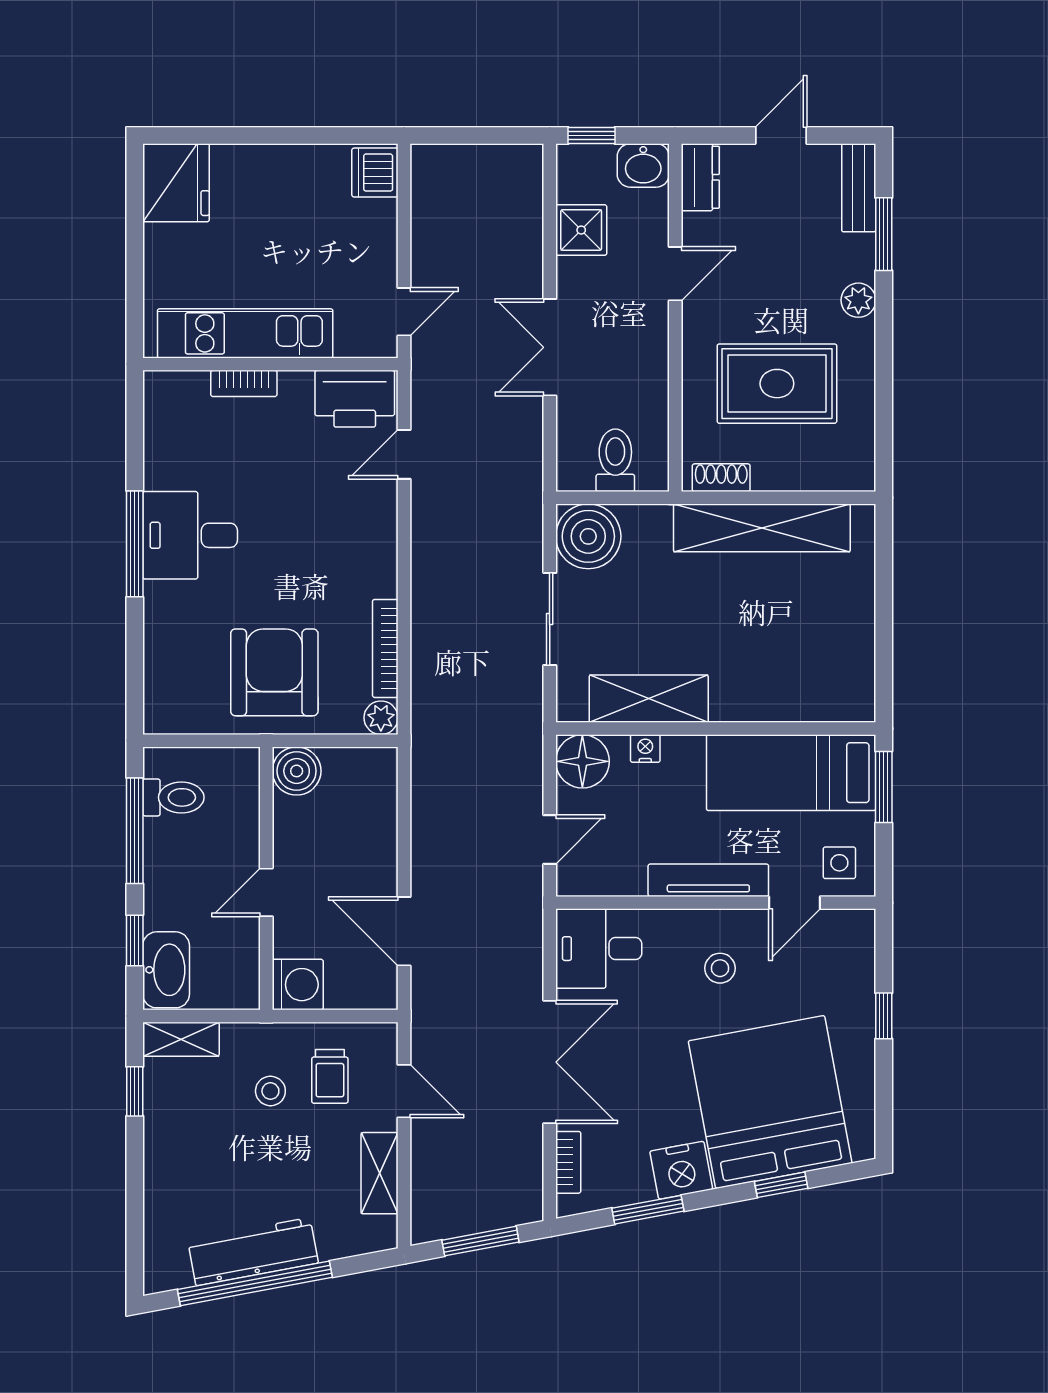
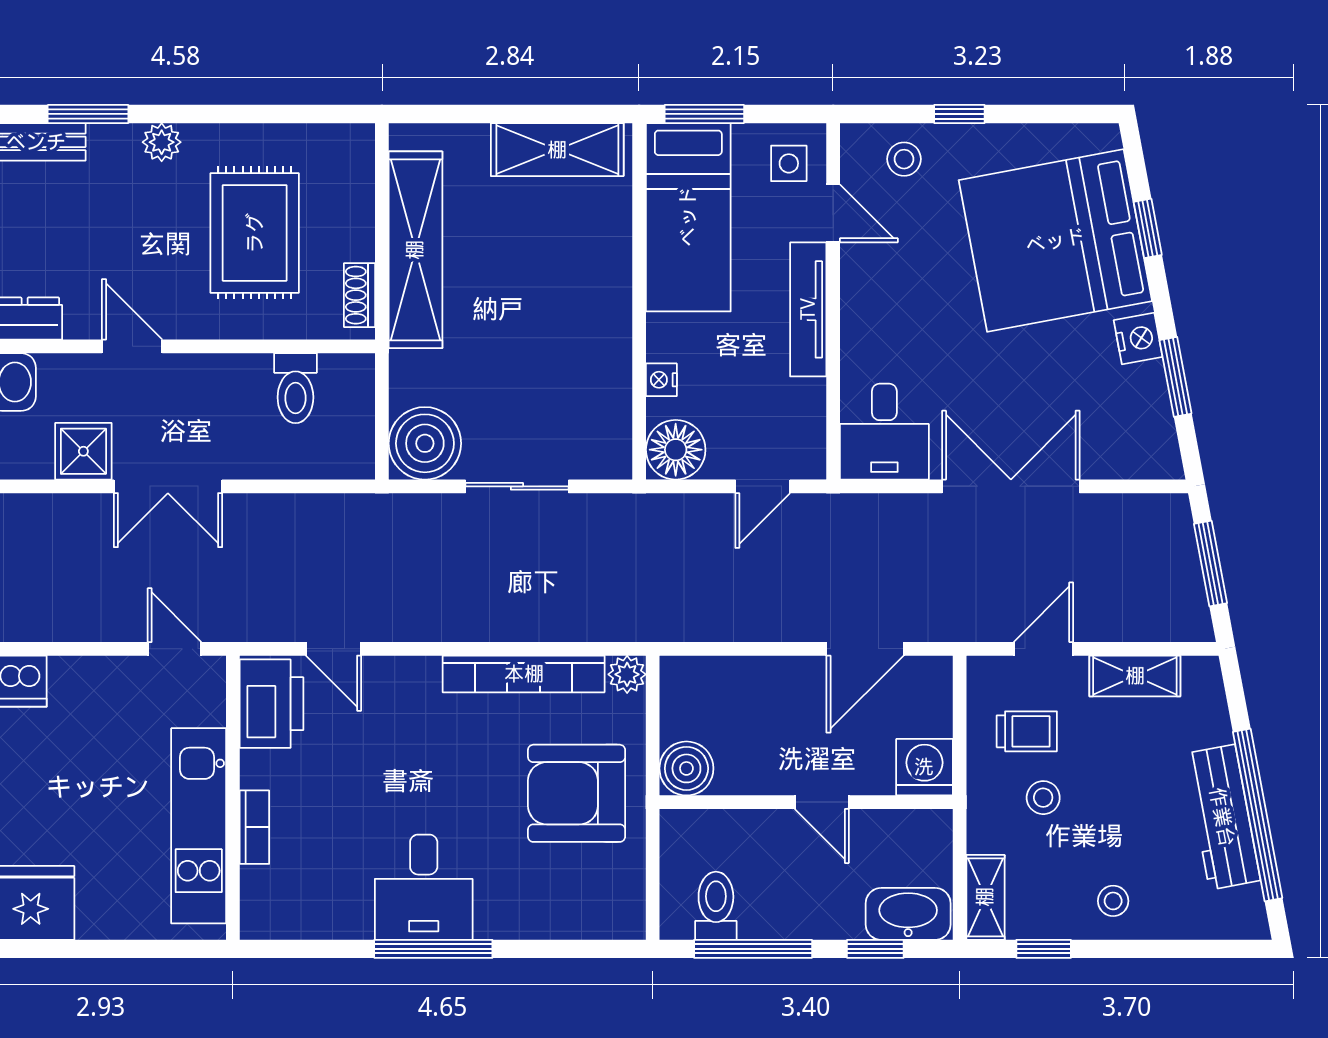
double door: (550, 347) -> (168, 486), moved
toilet: (615, 460) -> (295, 388), moved, turned -90
bookcase: (385, 648) -> (524, 674), width x1.48, depth x1.31
shelving: (649, 699) -> (557, 150), moved, turned 90
door: (550, 839) -> (763, 486), swing flipped
stool: (720, 968) -> (904, 159), moved
stool: (178, 1154) -> (1113, 901), added
bookcase: (568, 1162) -> (1123, 466), removed
nightstand: (681, 1170) -> (1138, 338), width x0.74, depth x0.75

